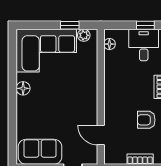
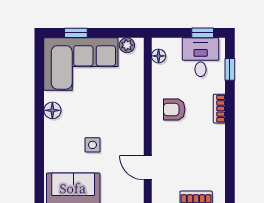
window: (70, 25) -> (76, 33), moved
side table: (56, 116) -> (92, 145), added
armchair: (146, 120) -> (174, 109), moved

